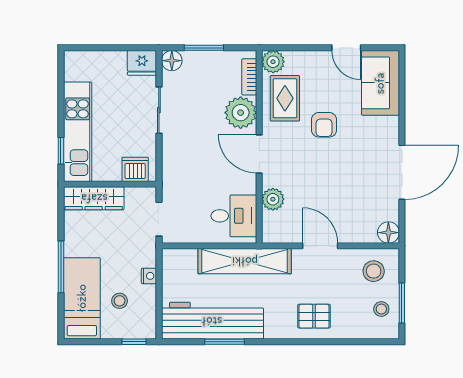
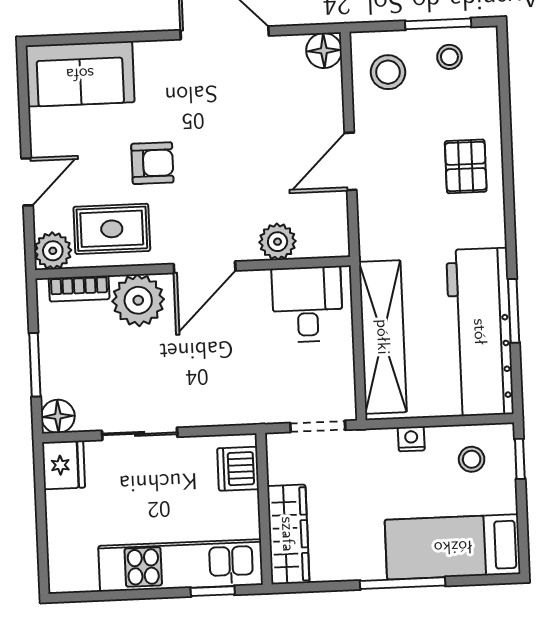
door: (346, 48) -> (27, 182), moved
shelving: (245, 261) -> (383, 337), moved
stool: (120, 301) -> (472, 459), moved

